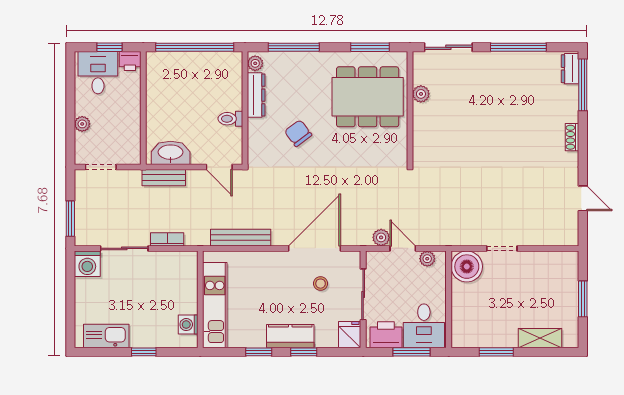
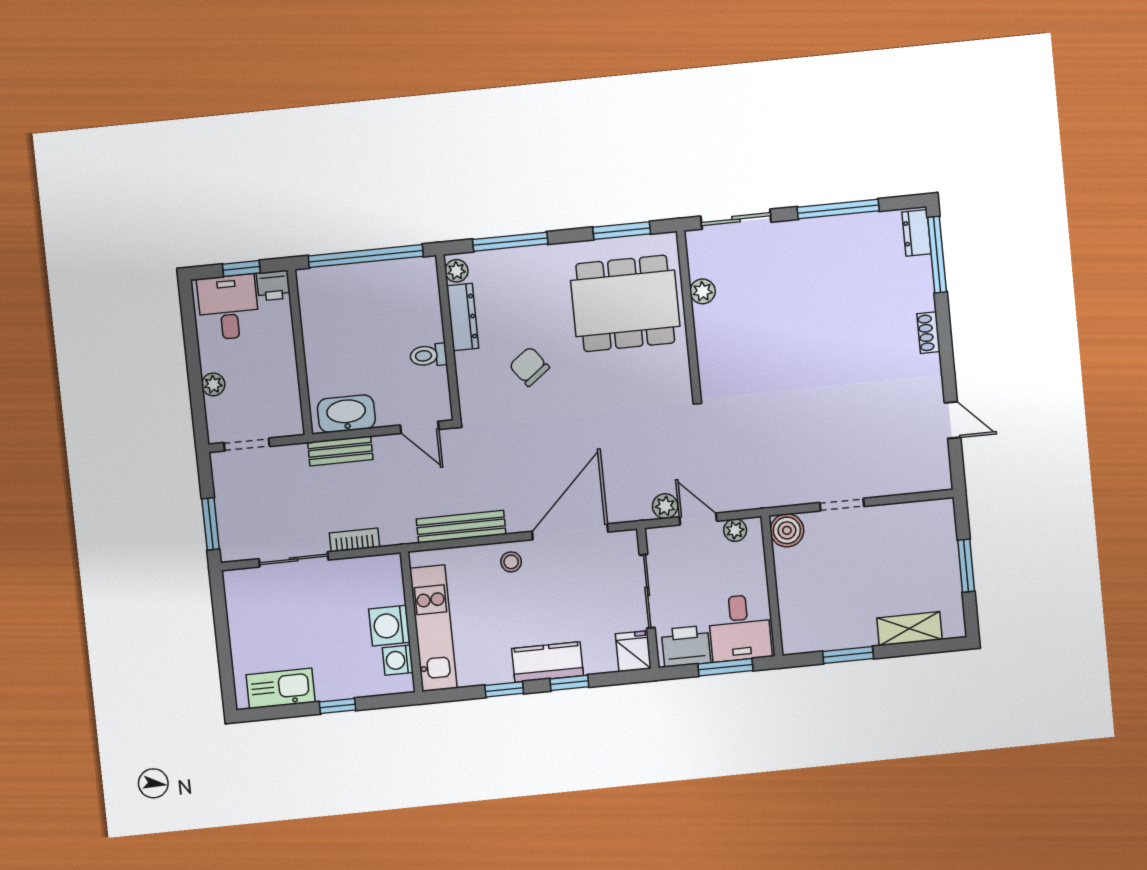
washing machine: (87, 264) -> (389, 626), moved, turned 90
boiler: (467, 267) -> (787, 530), width x0.73, depth x0.73
stool: (321, 284) -> (511, 562), moved

